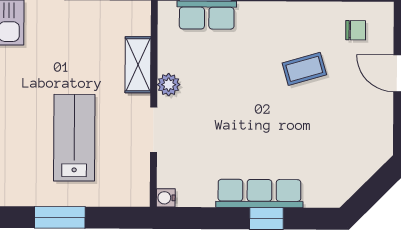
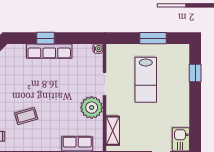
shelving: (138, 65) -> (113, 131), moved
plant: (169, 85) -> (92, 108), width x1.87, depth x1.87

